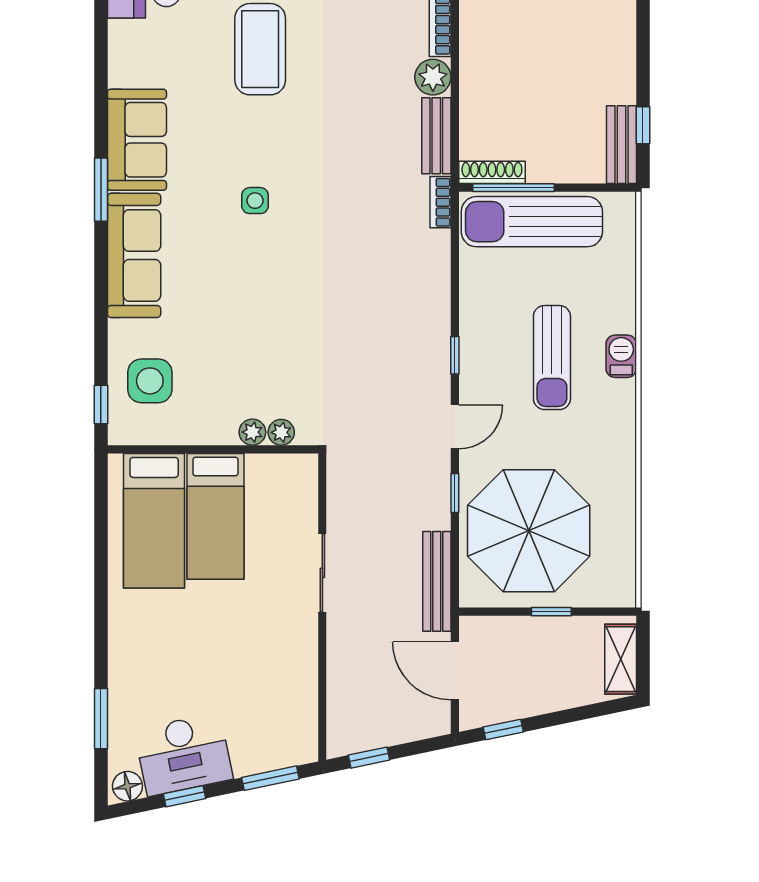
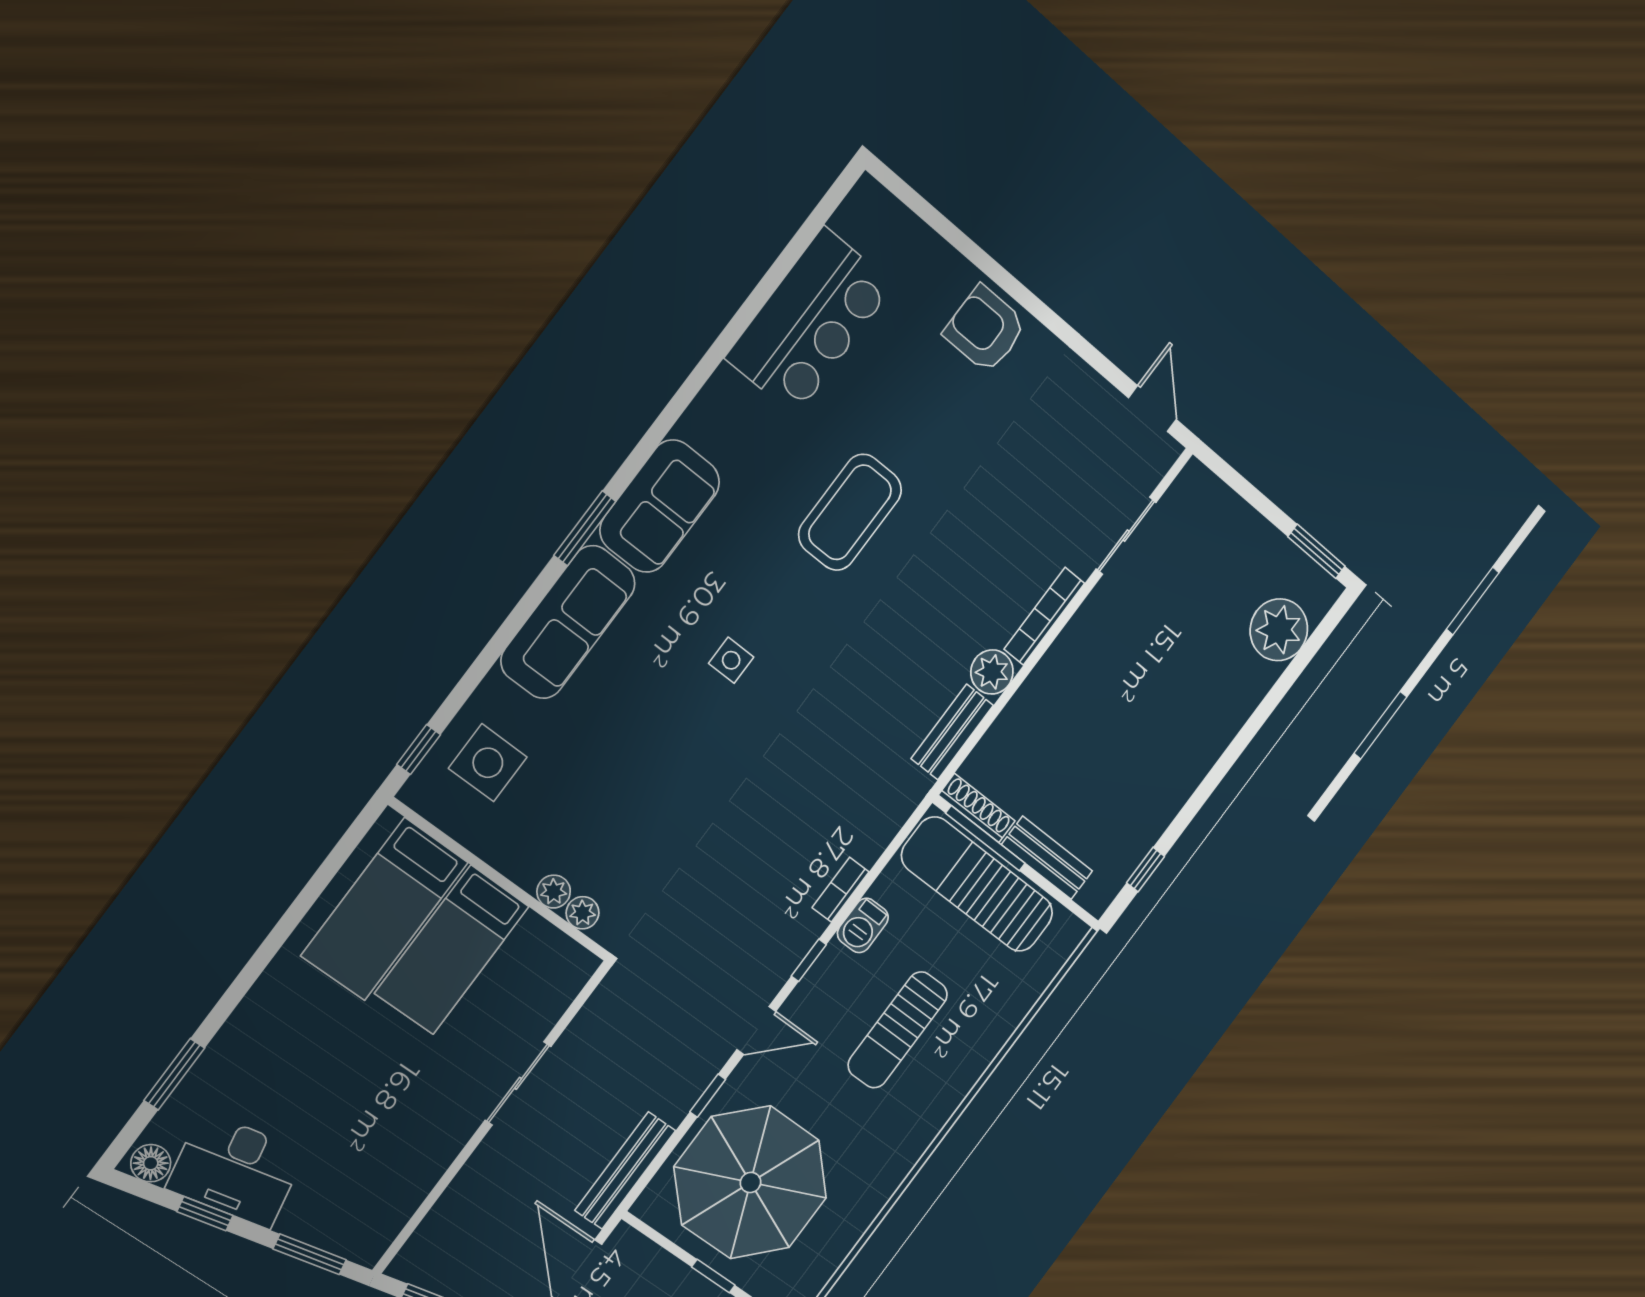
bench: (621, 145) -> (1047, 858), moved, turned 90
bookcase: (441, 202) -> (841, 890), moved
barbecue: (621, 356) -> (863, 925), moved, turned 180

